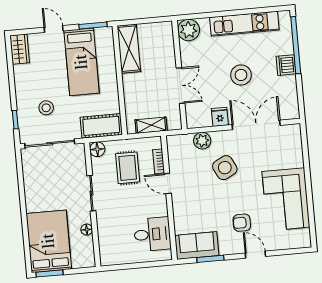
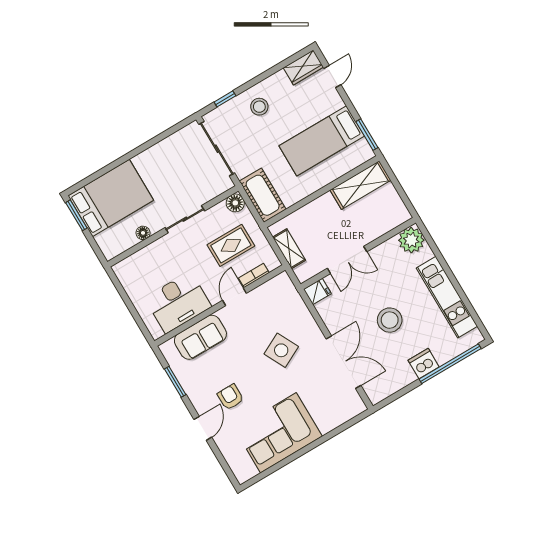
door: (54, 29) -> (332, 77), moved
stool: (46, 108) -> (259, 107), moved
fridge: (220, 117) -> (317, 291), moved
plant: (202, 141) -> (299, 312), removed
desk: (152, 234) -> (178, 302), width x1.37
sofa: (197, 246) -> (200, 337), moved, turned 90

